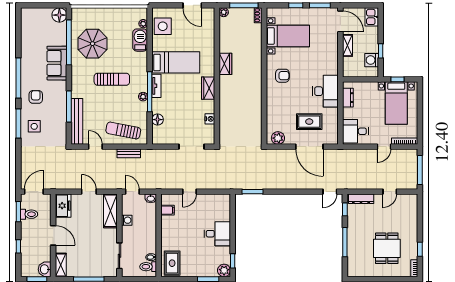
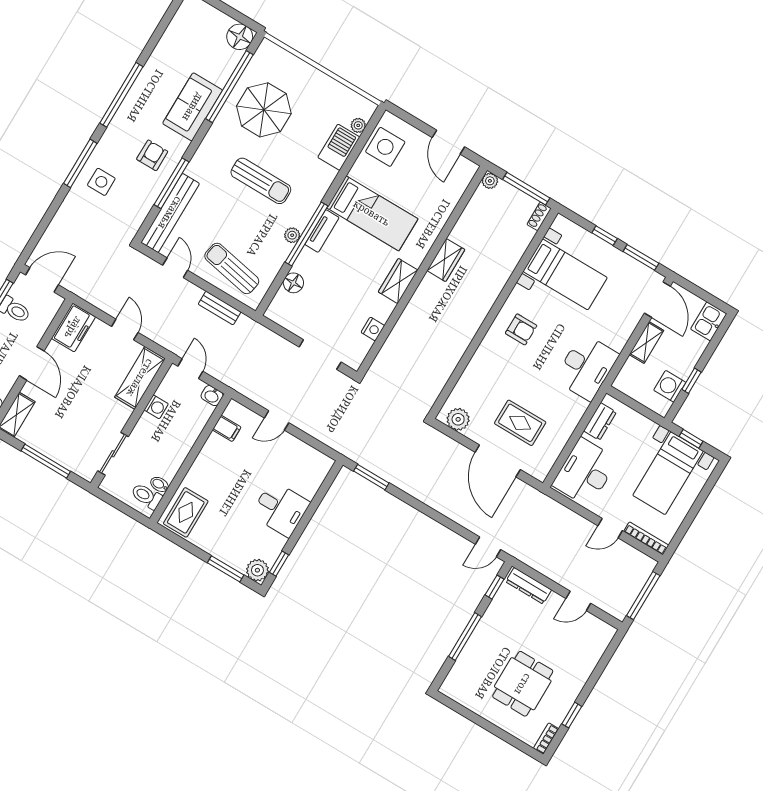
desk: (325, 91) -> (587, 367), moved
armchair: (36, 97) -> (152, 155), moved
desk: (355, 131) -> (585, 472), width x1.37

